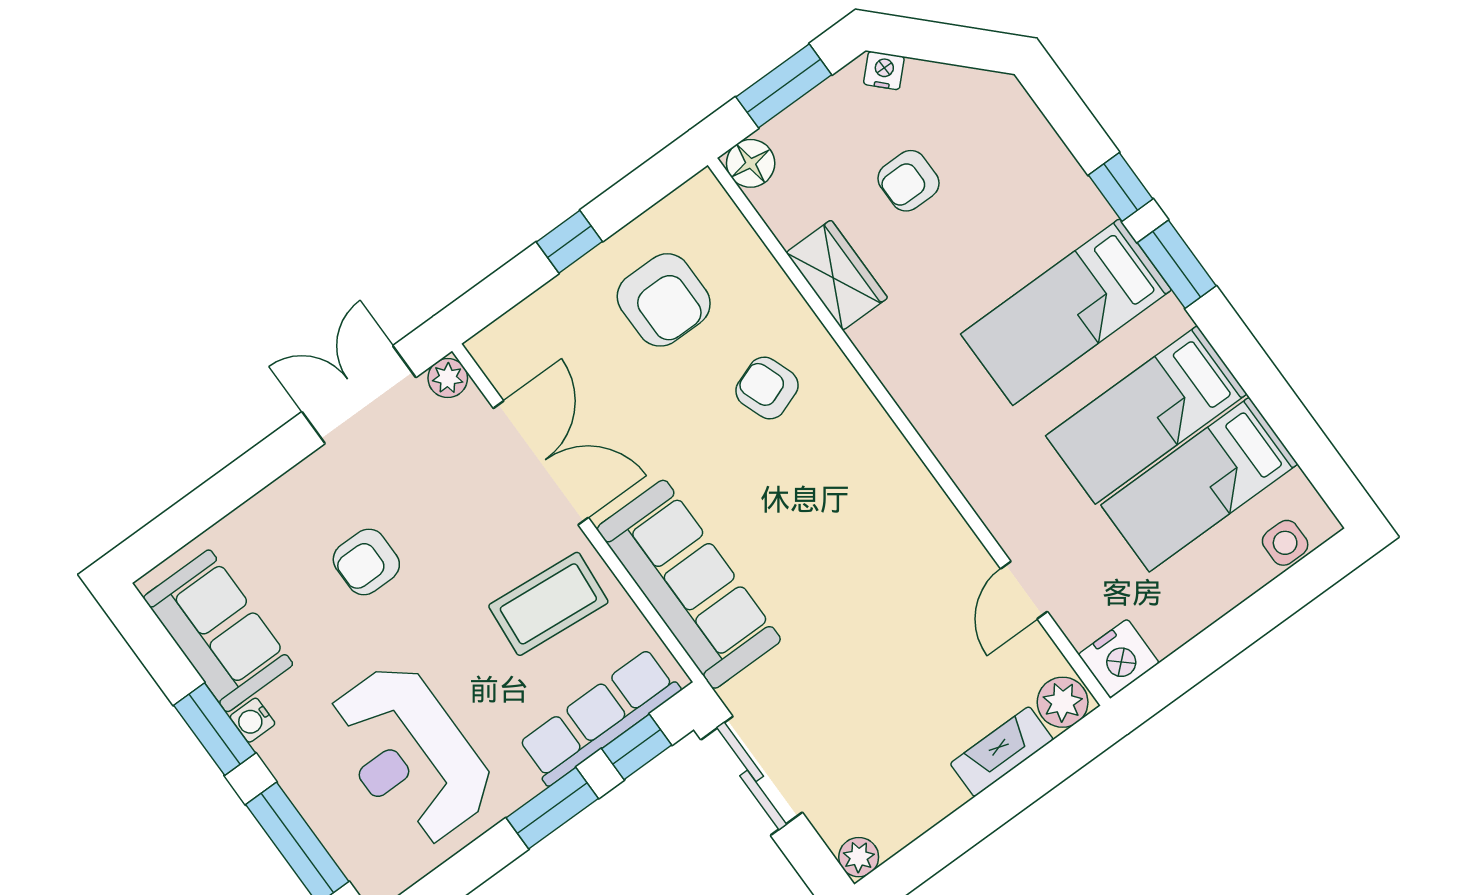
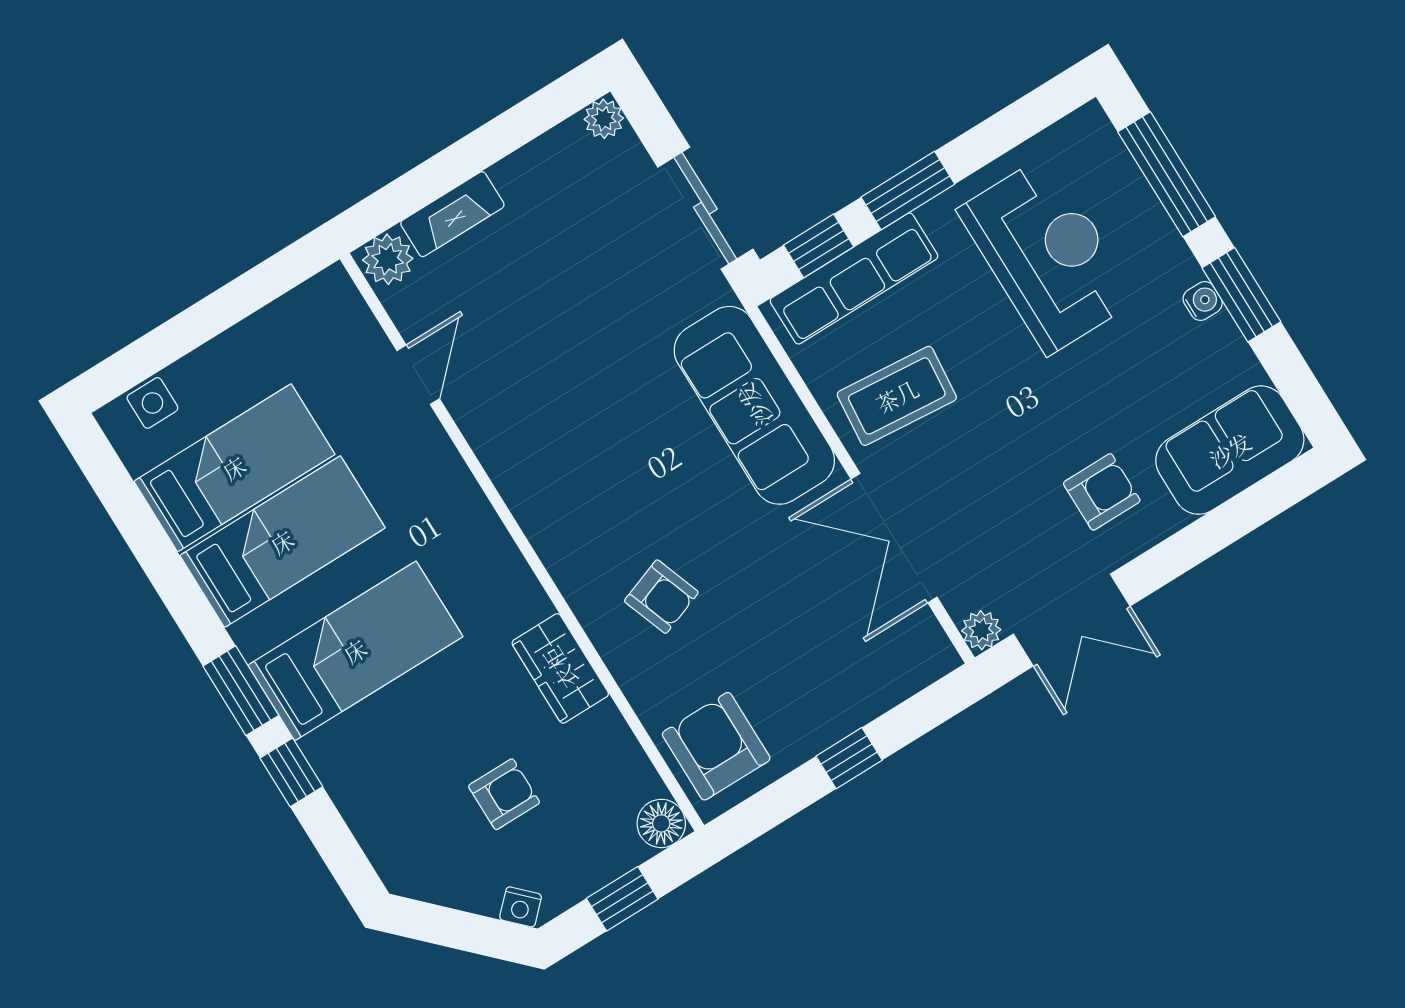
window: (784, 86) -> (622, 899), width x0.67
wardrobe: (837, 275) -> (560, 668), moved
armchair: (664, 300) -> (716, 746), moved
armchair: (366, 562) -> (1102, 492), moved
sofa: (218, 631) -> (1230, 450), moved, turned 90
nightstand: (1119, 659) -> (328, 299), removed

